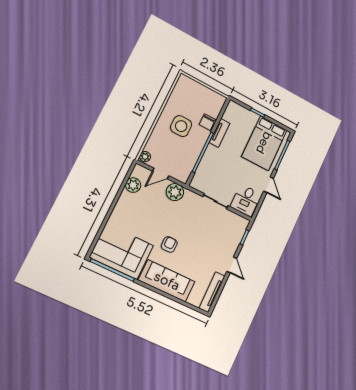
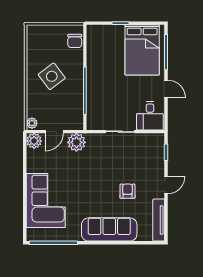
chair: (207, 122) -> (75, 41), moved
side table: (181, 126) -> (52, 76), turned -37
tv unit: (220, 133) -> (92, 63), removed
plant: (133, 185) -> (34, 141), moved
armchair: (169, 244) -> (127, 191), moved
corner sofa: (122, 251) -> (46, 200), moved, turned 90
door: (232, 265) -> (166, 185), hinge flipped

